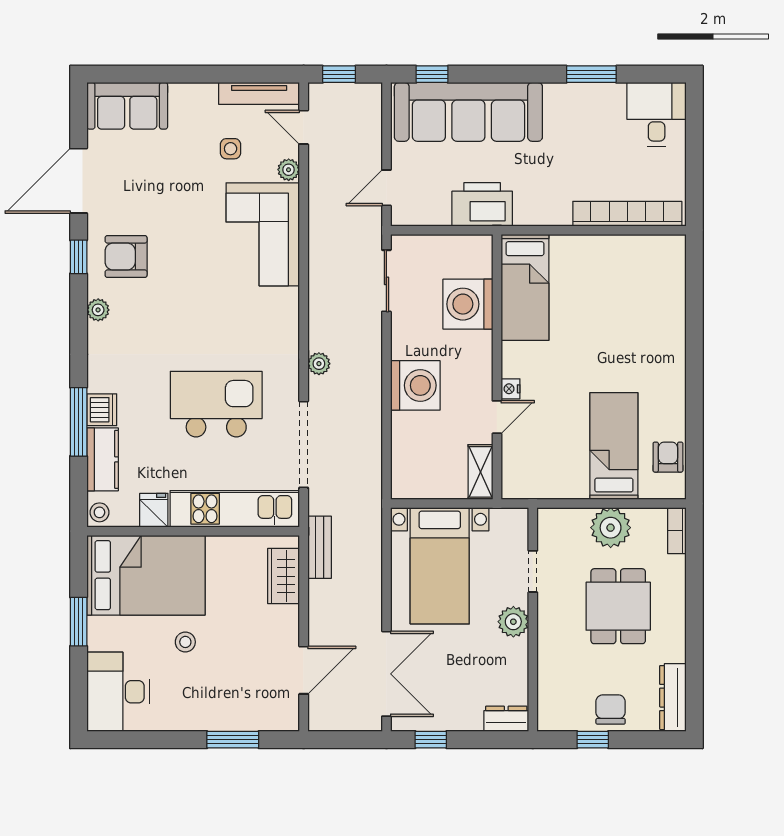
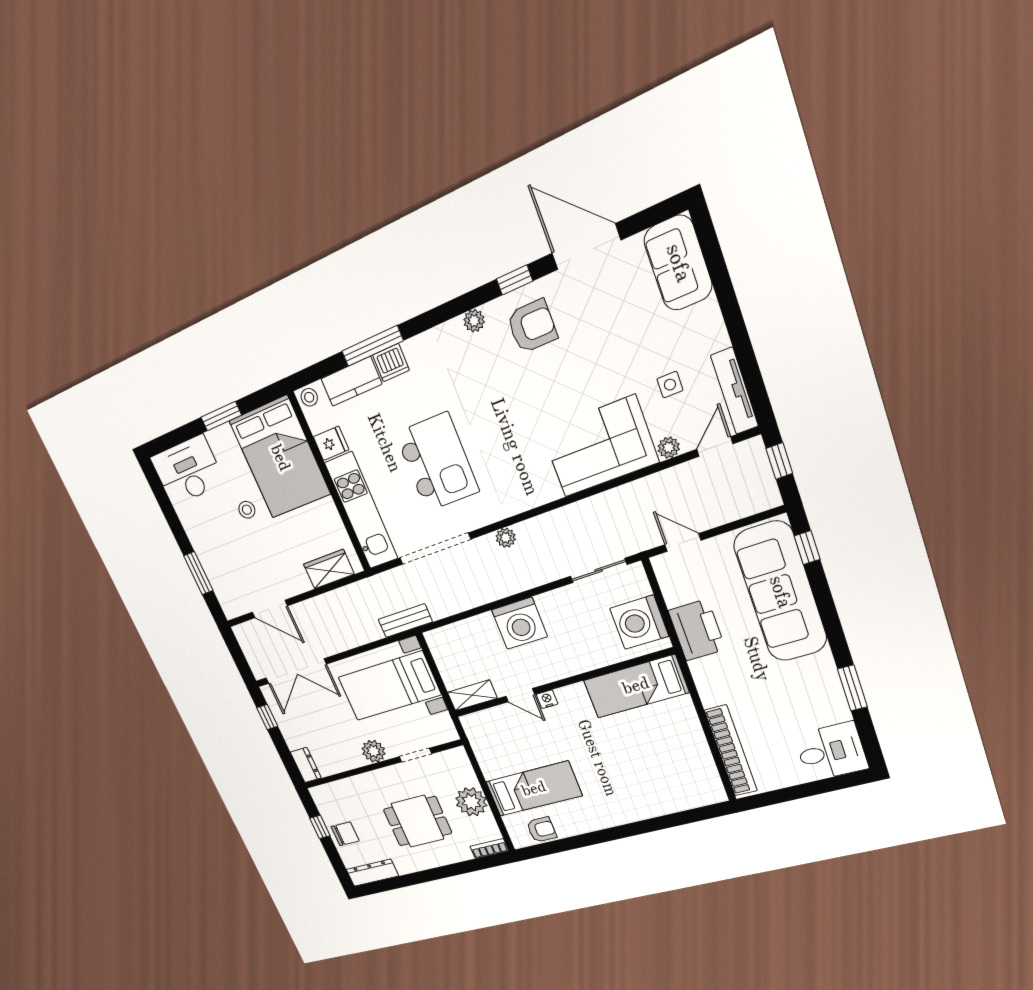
armchair: (126, 257) -> (532, 326), turned 90
washing machine: (468, 304) -> (639, 622), moved, turned -90
bench: (320, 547) -> (405, 621), moved

